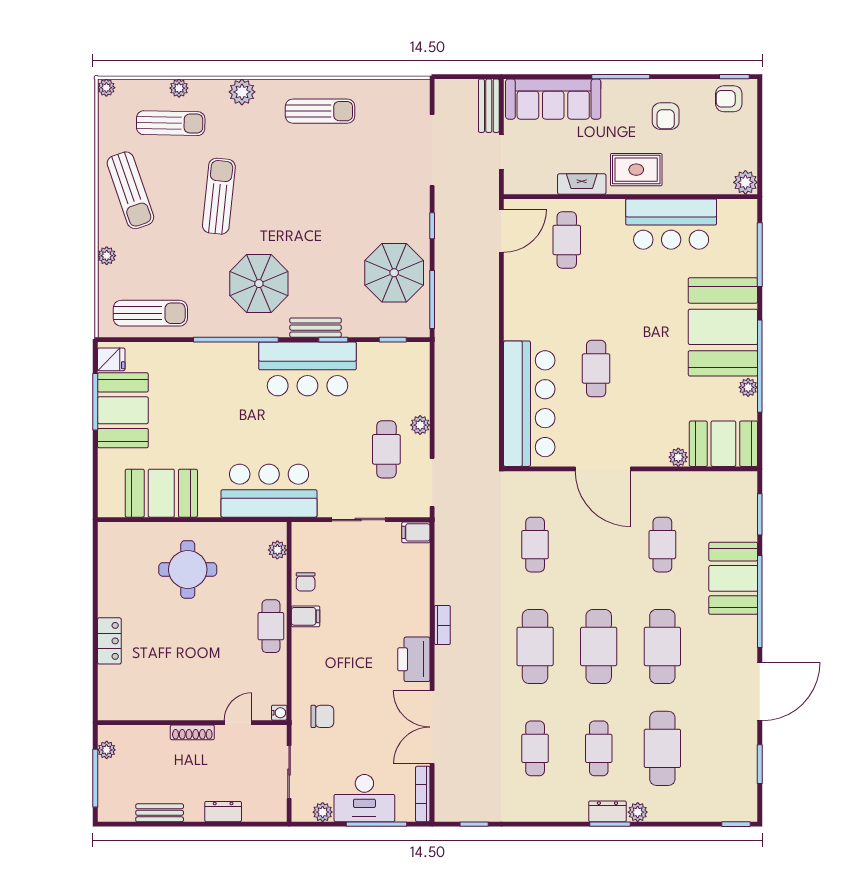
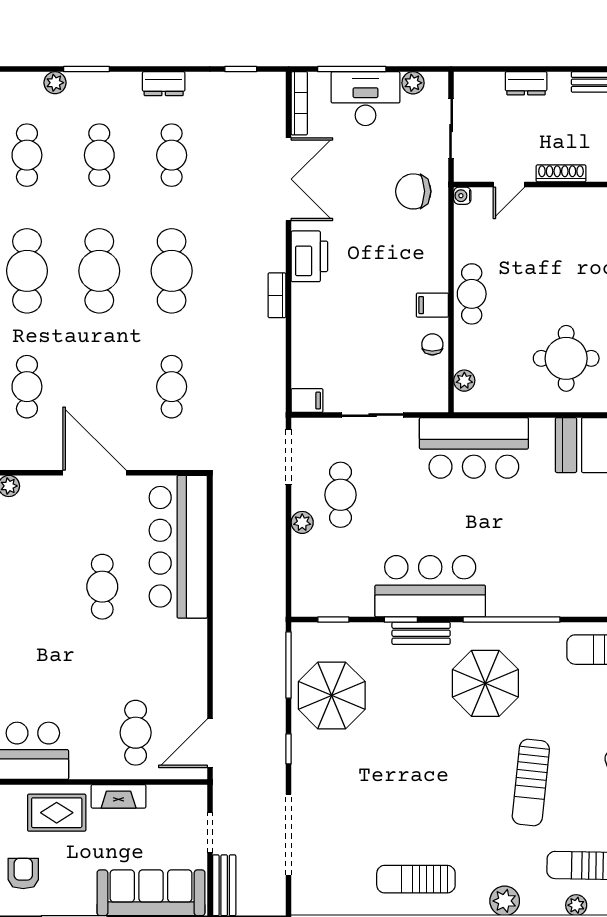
chair: (322, 716) -> (413, 191), width x1.37, depth x1.37
cafe table: (662, 748) -> (27, 155), width x0.73, depth x0.74
dresser: (607, 811) -> (164, 84), moved

